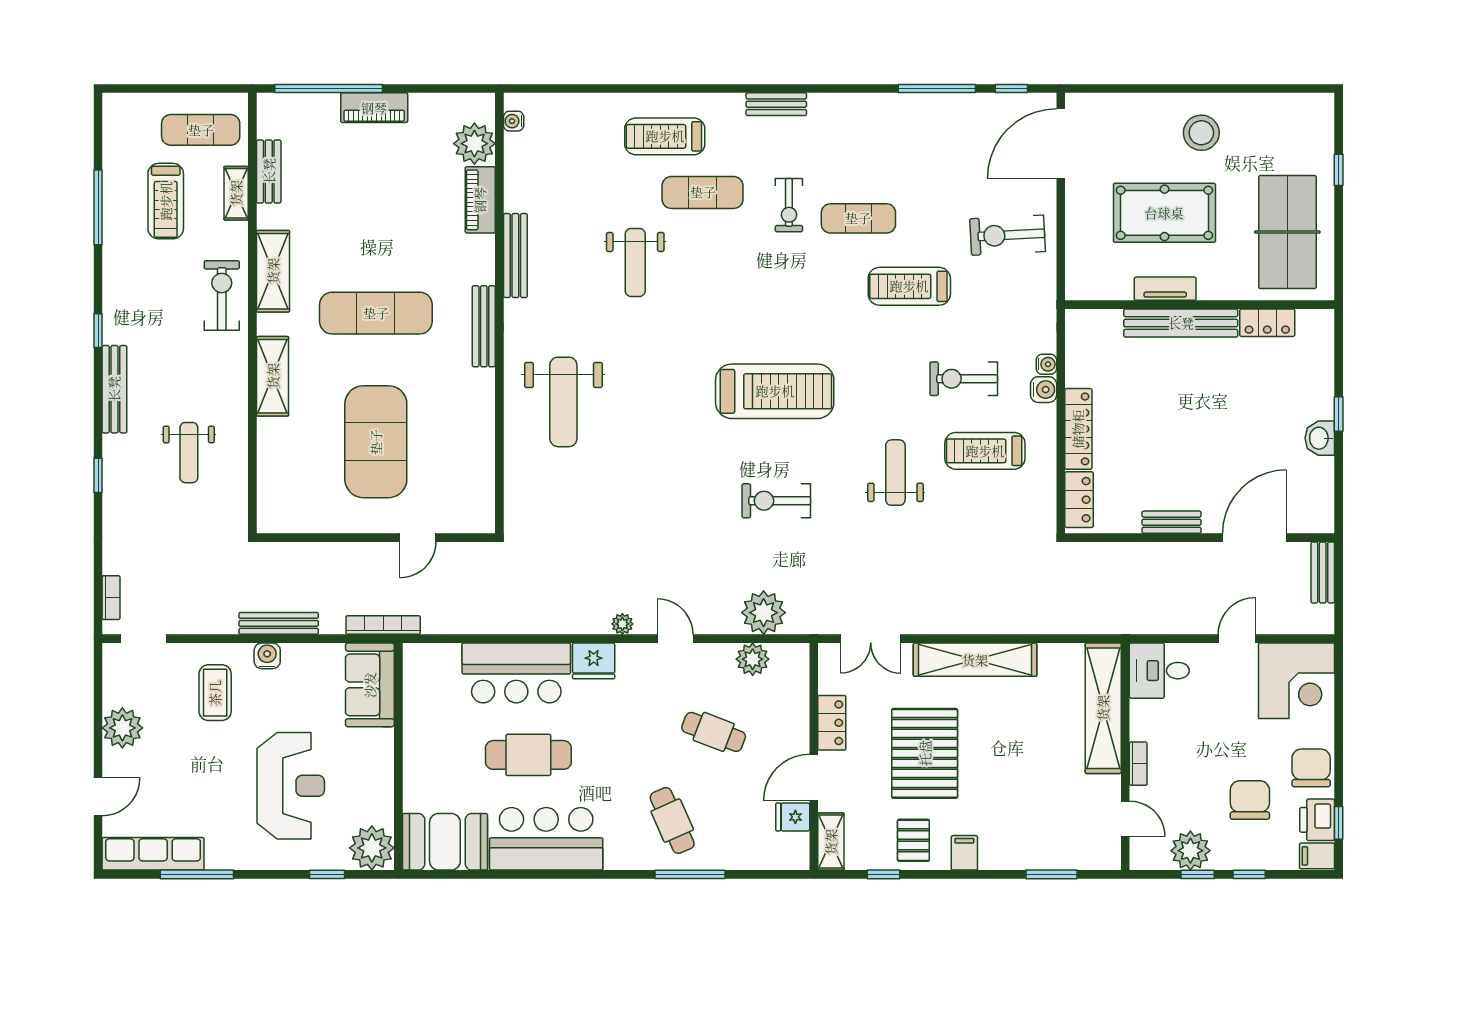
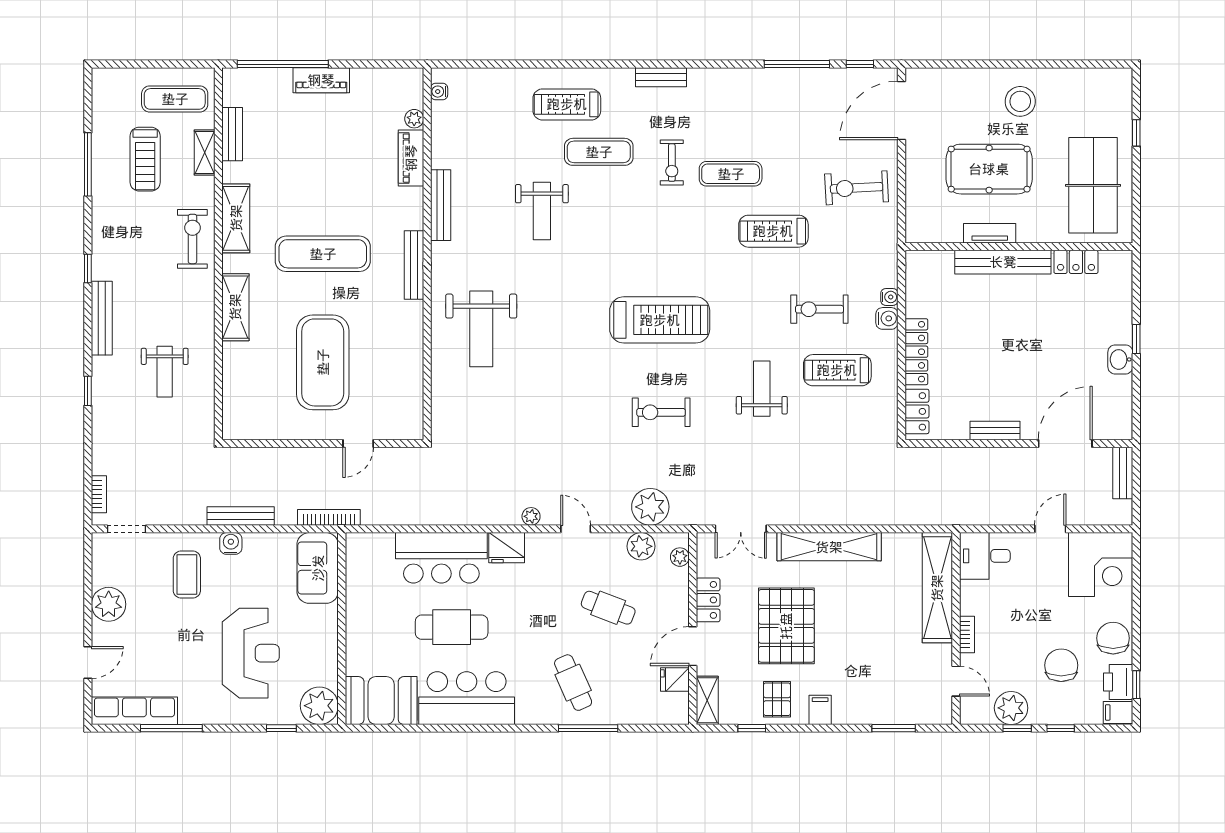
plant: (474, 144) -> (414, 119), width x0.53, depth x0.53
plant: (798, 672) -> (680, 557), added

